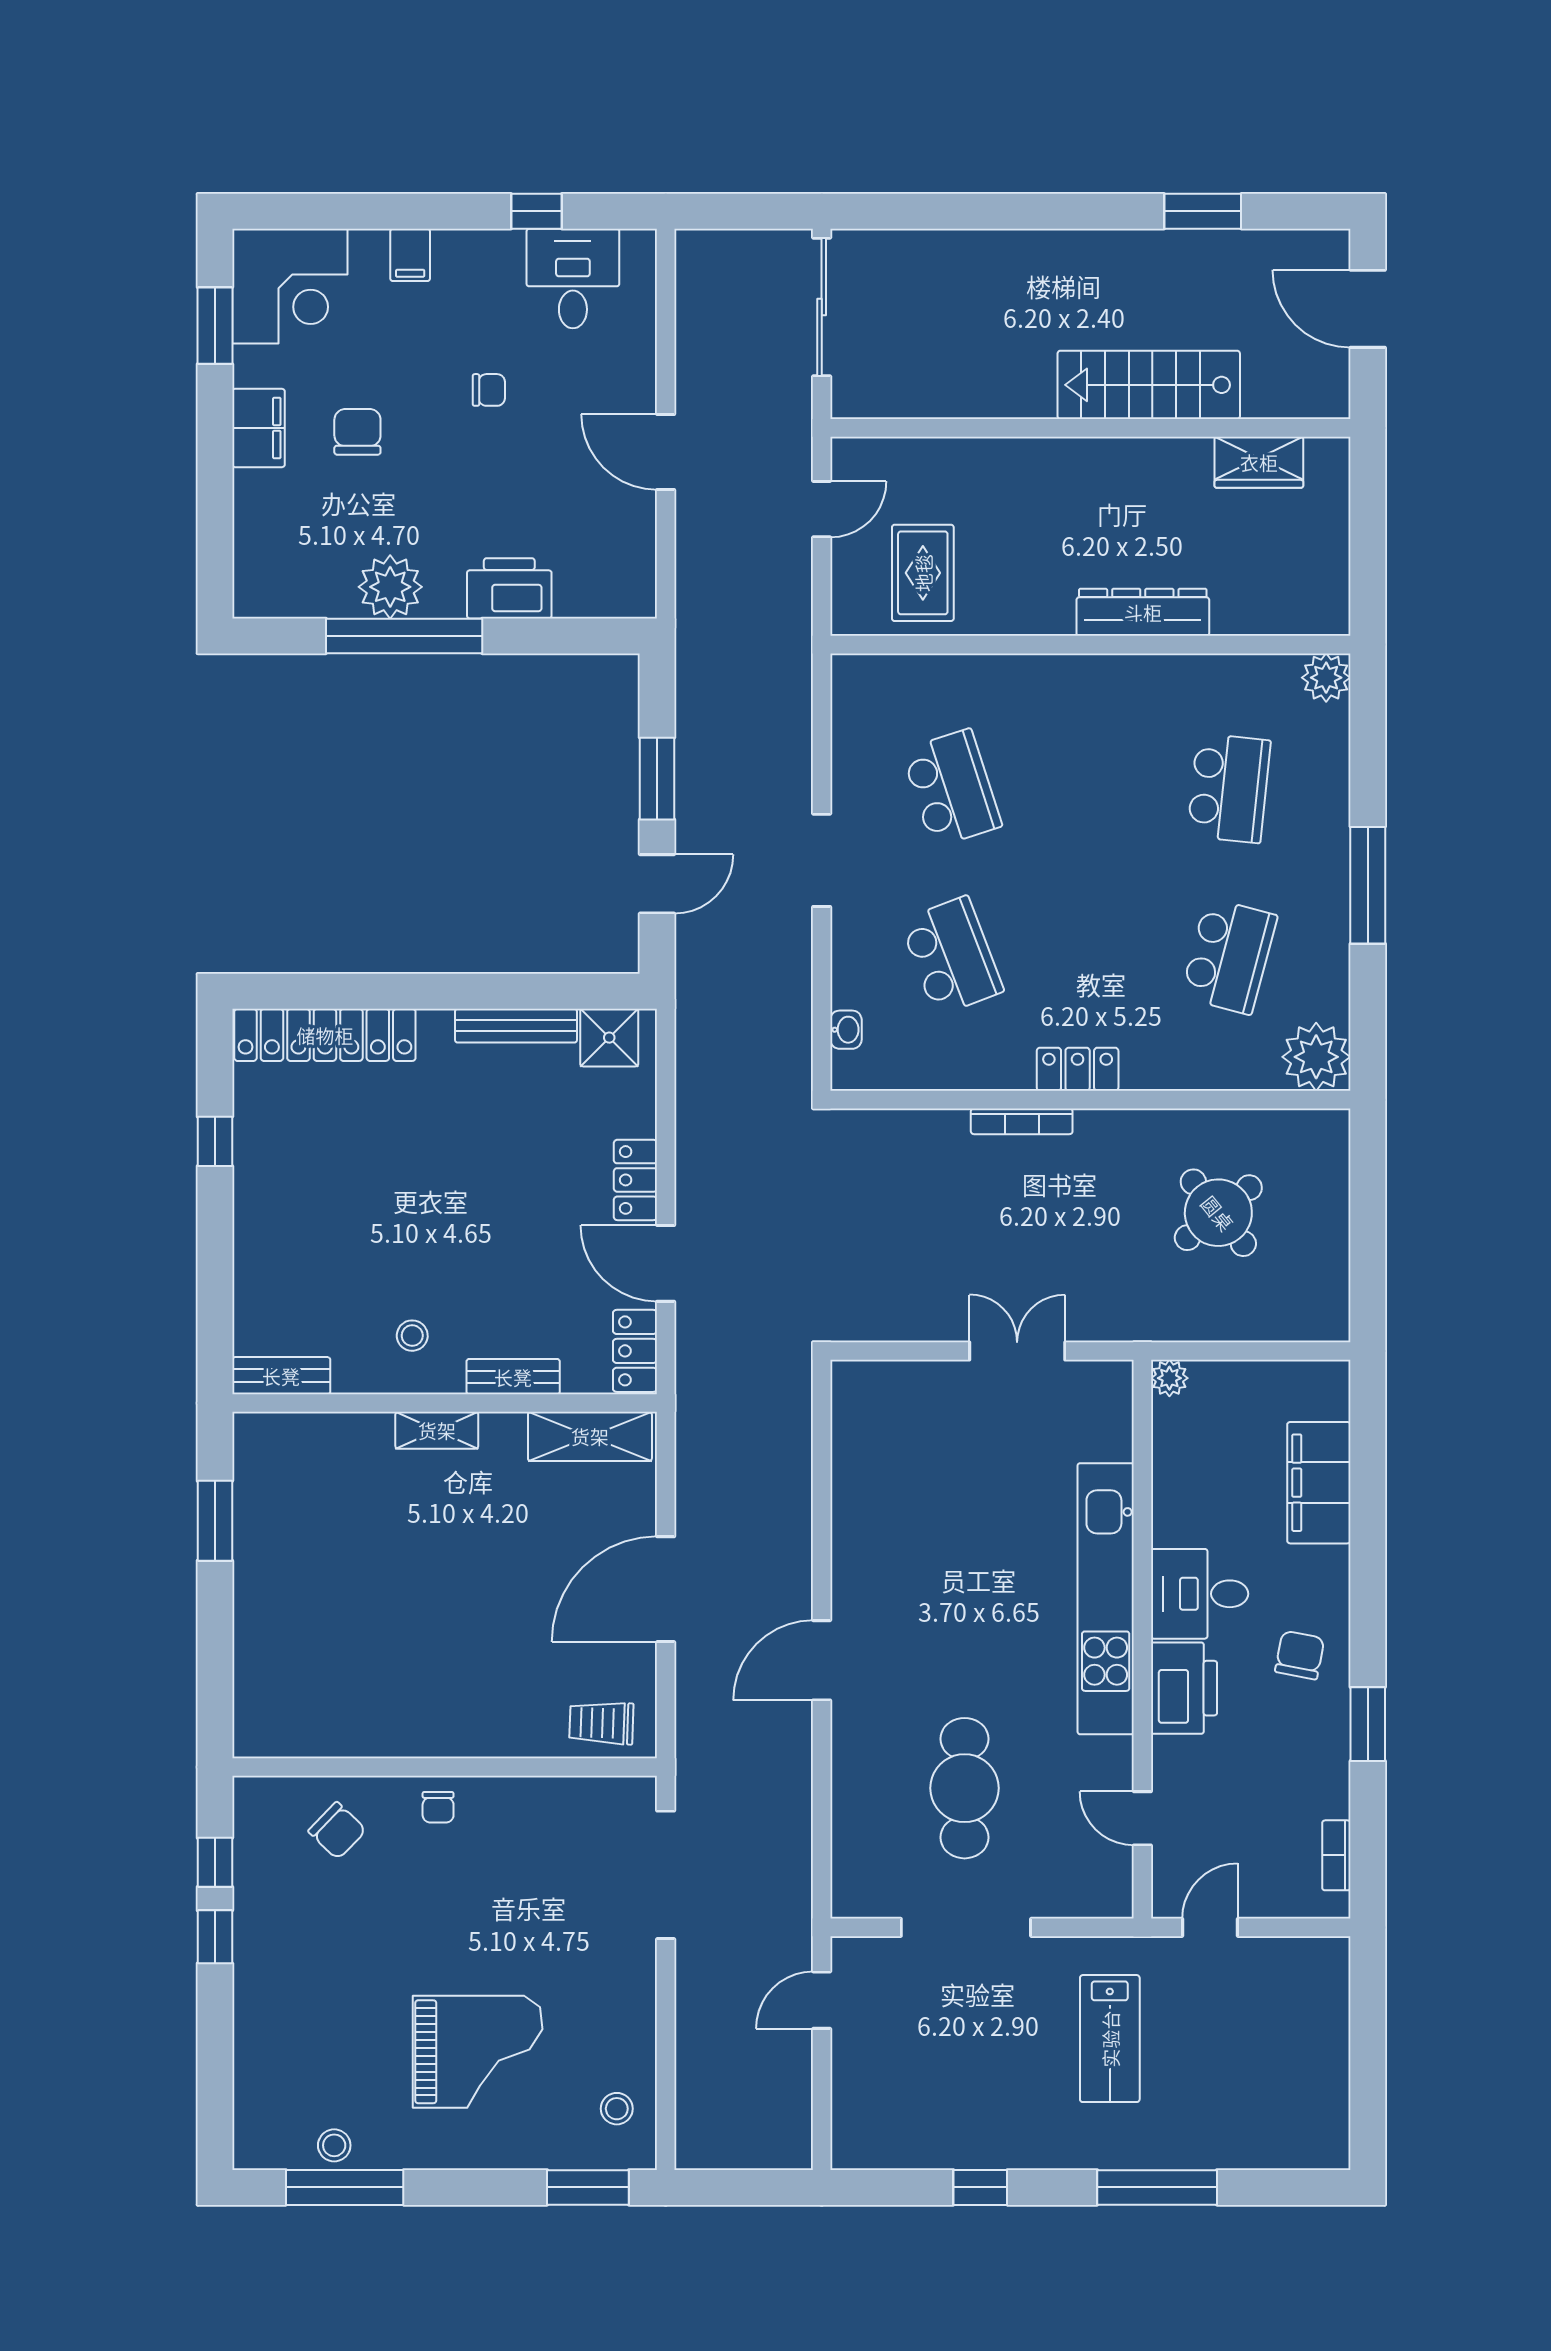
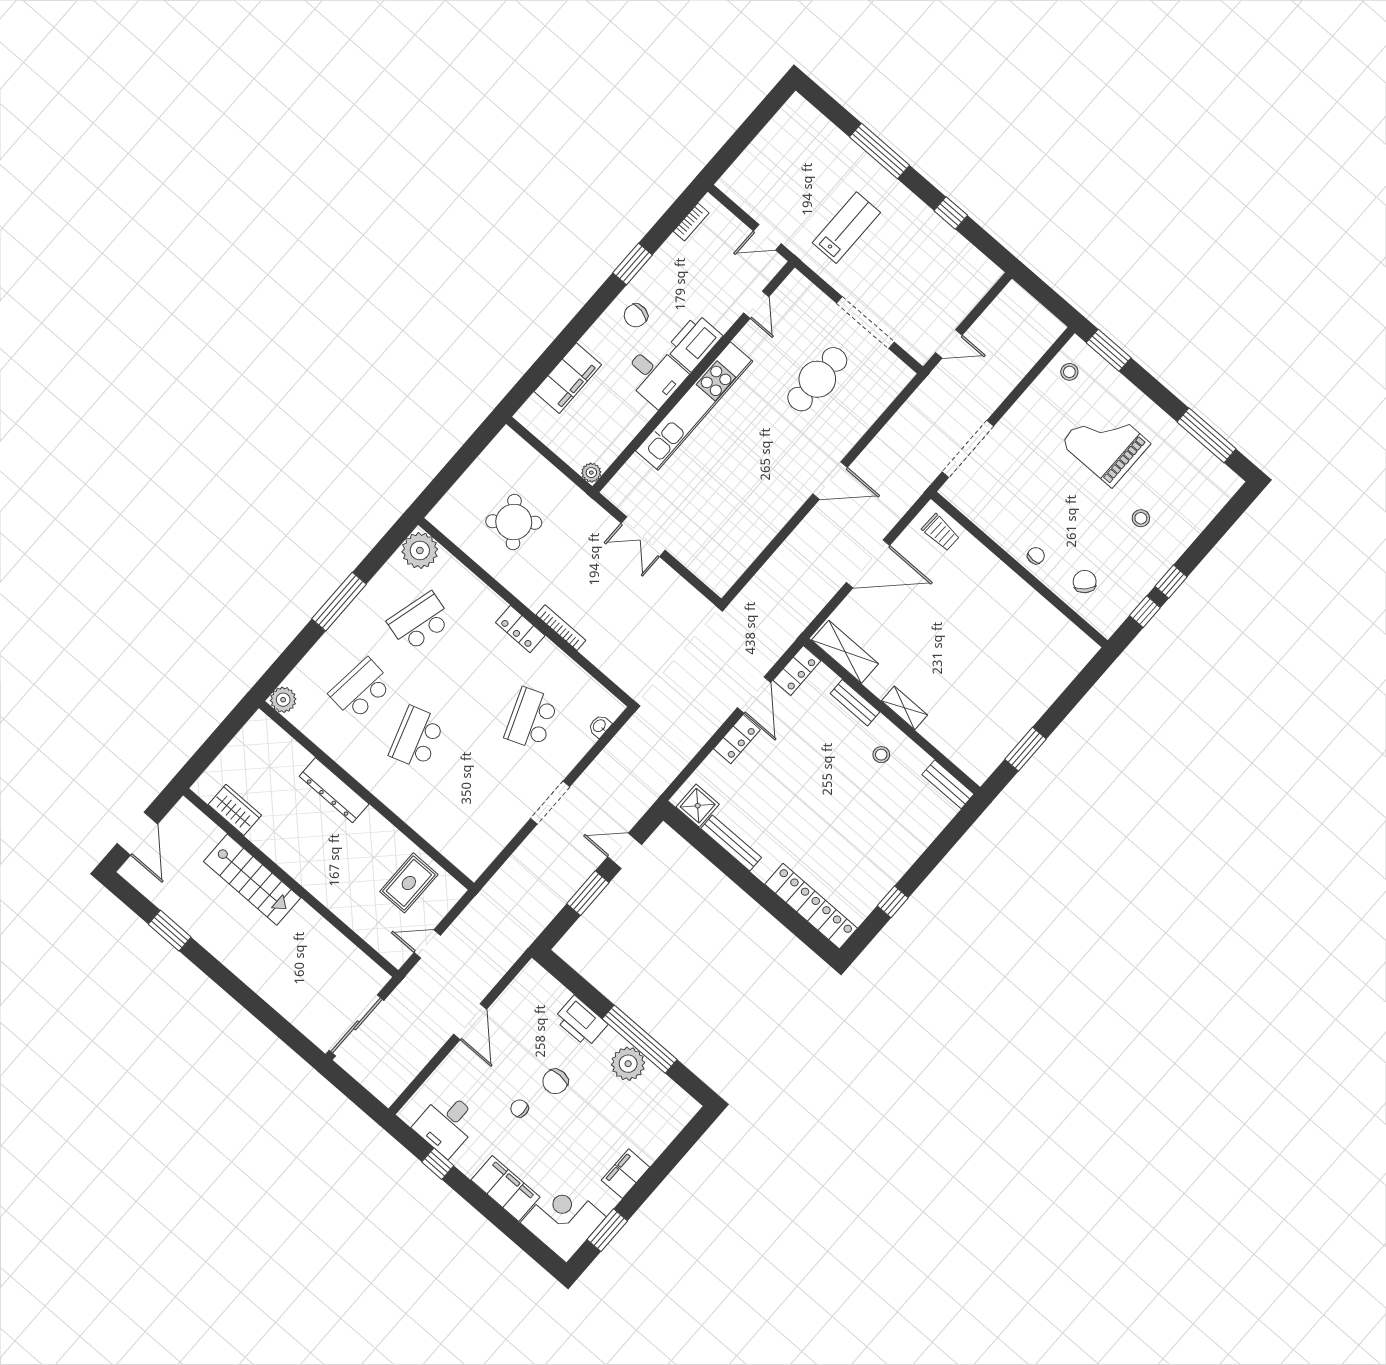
filing cabinet: (410, 255) -> (505, 1189), width x3.00, depth x1.17
chair: (357, 432) -> (555, 1081), moved
school desk: (952, 788) -> (417, 738), moved
stool: (334, 2145) -> (1141, 518), moved

